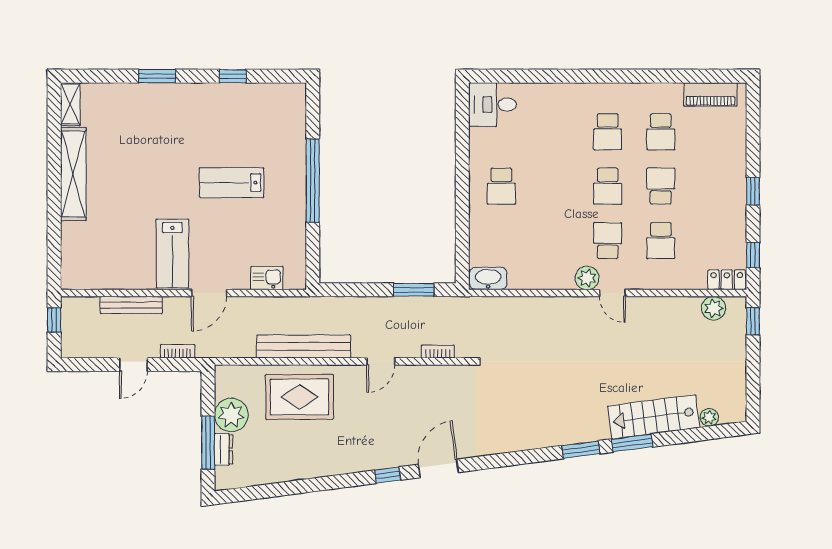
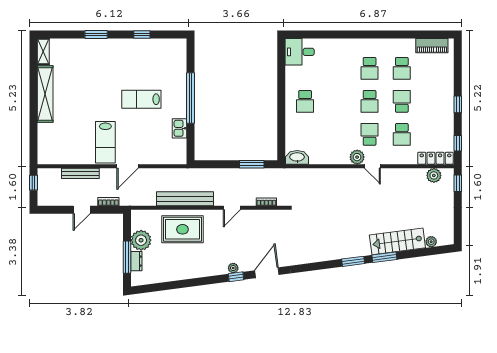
kitchen sink: (267, 278) -> (180, 128), moved, turned -90
locker: (727, 280) -> (435, 158), width x1.53
plant: (383, 461) -> (233, 268), added

